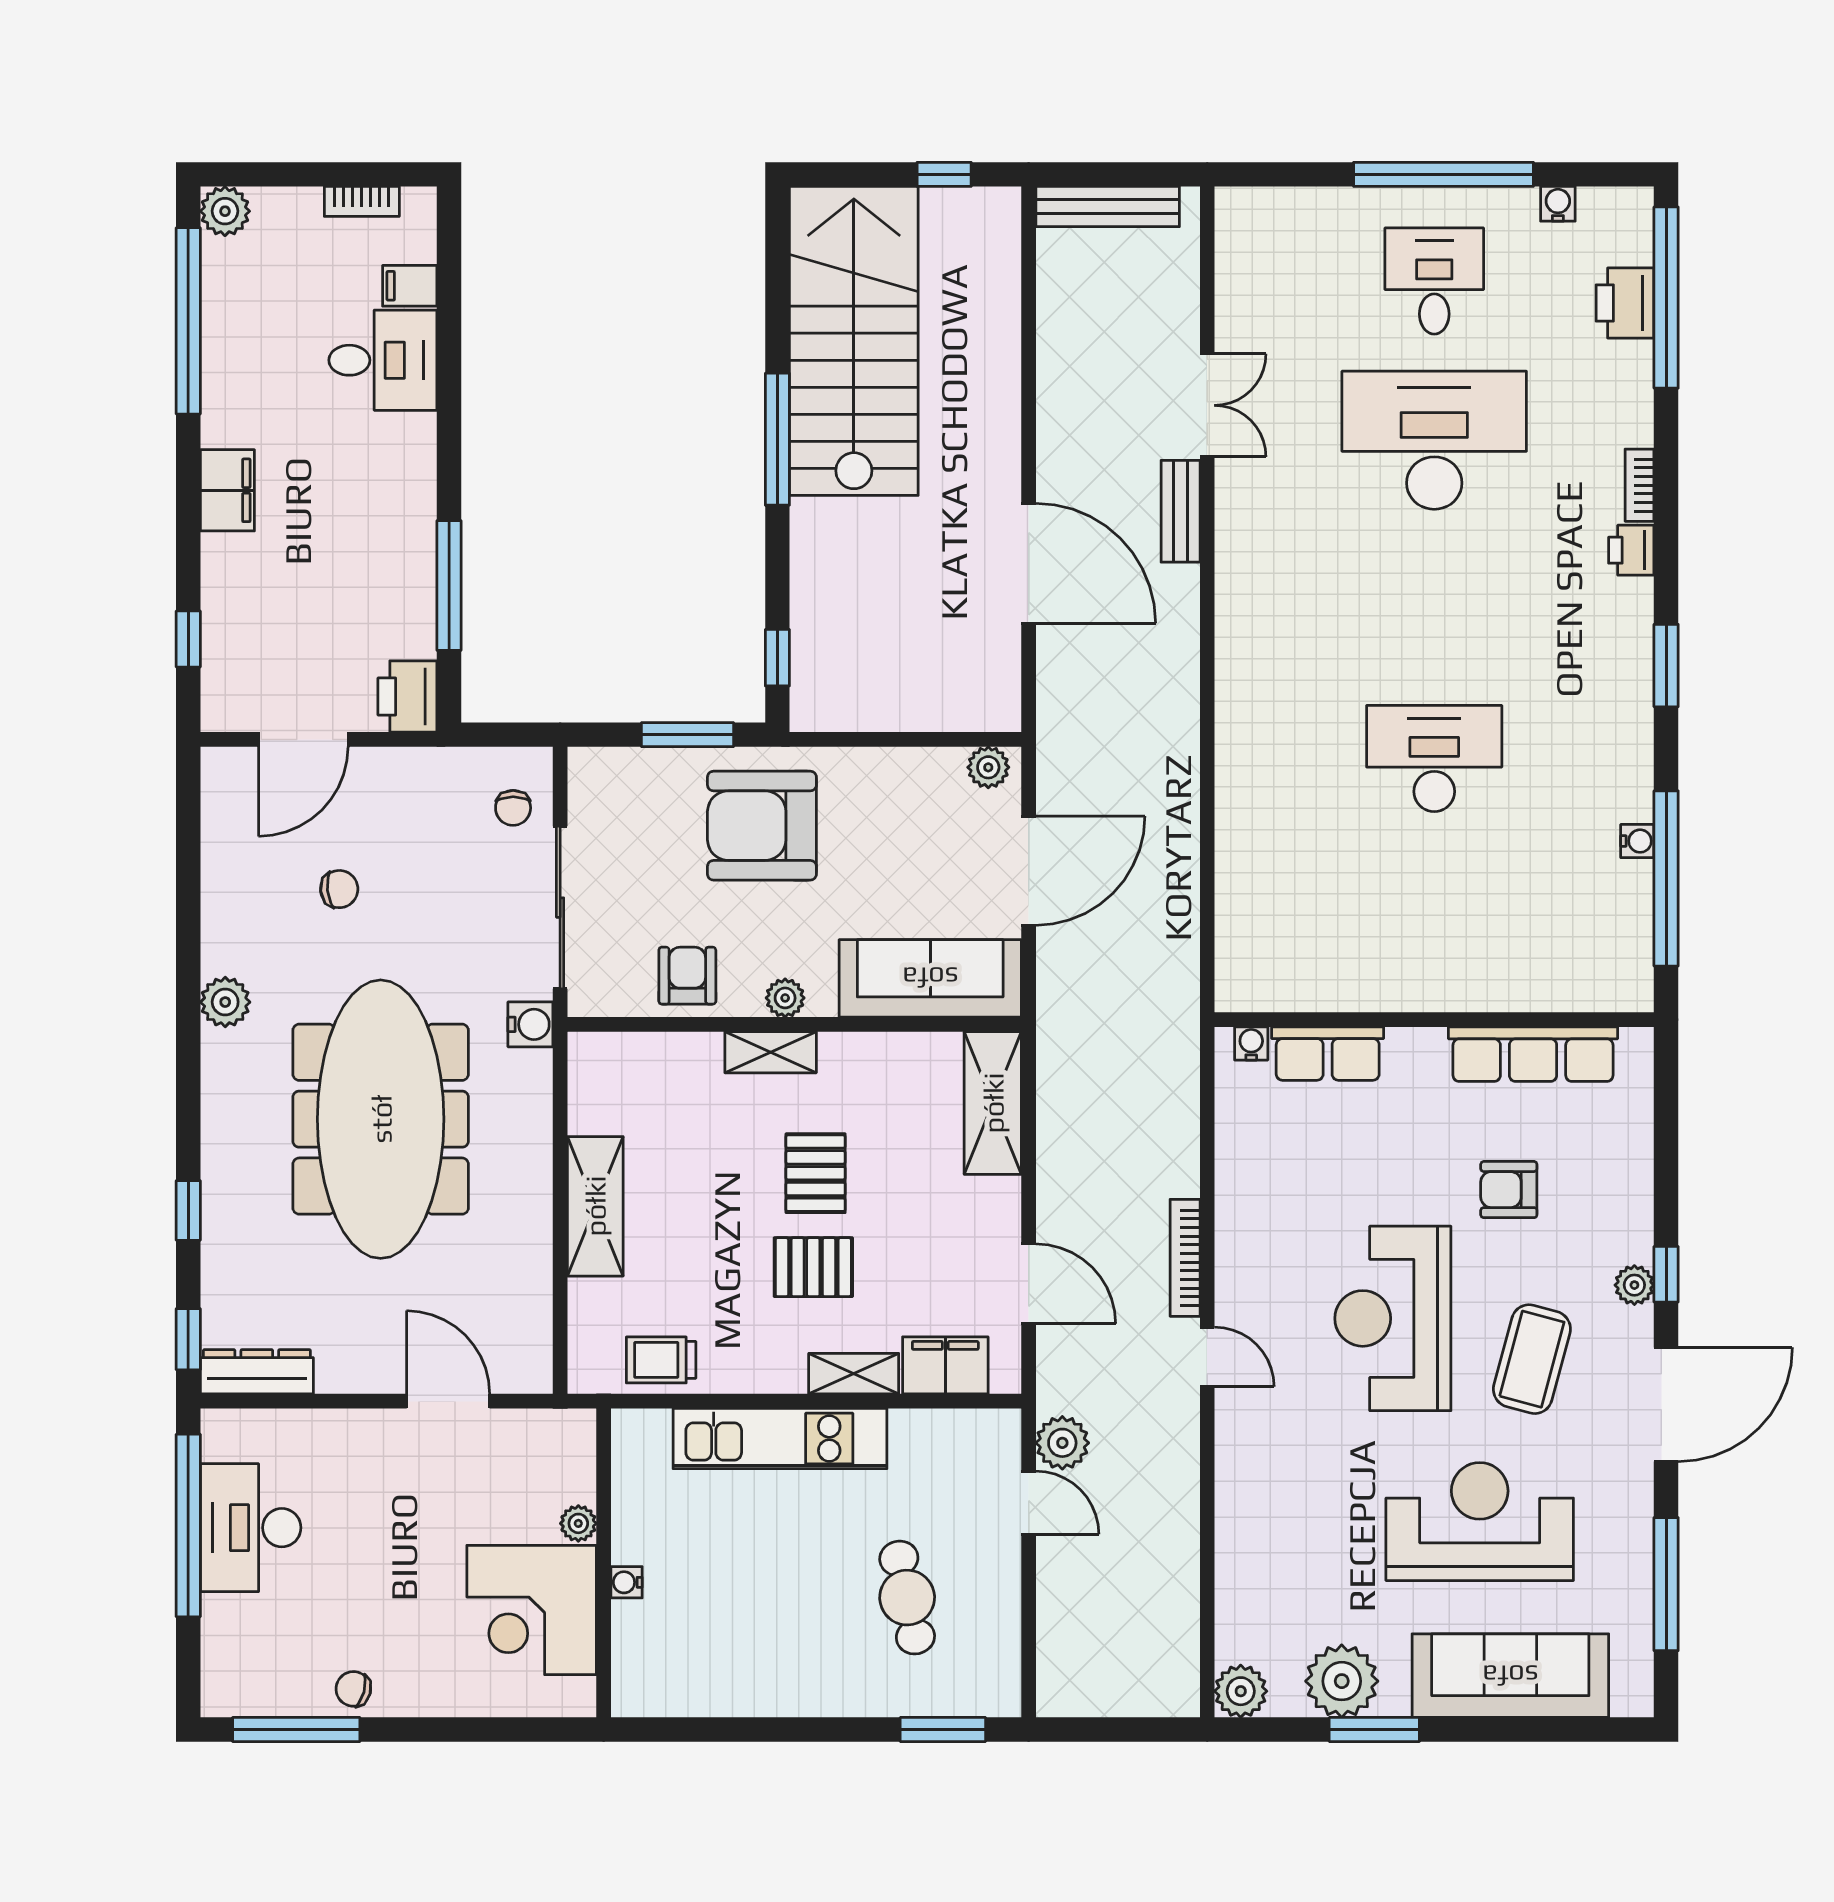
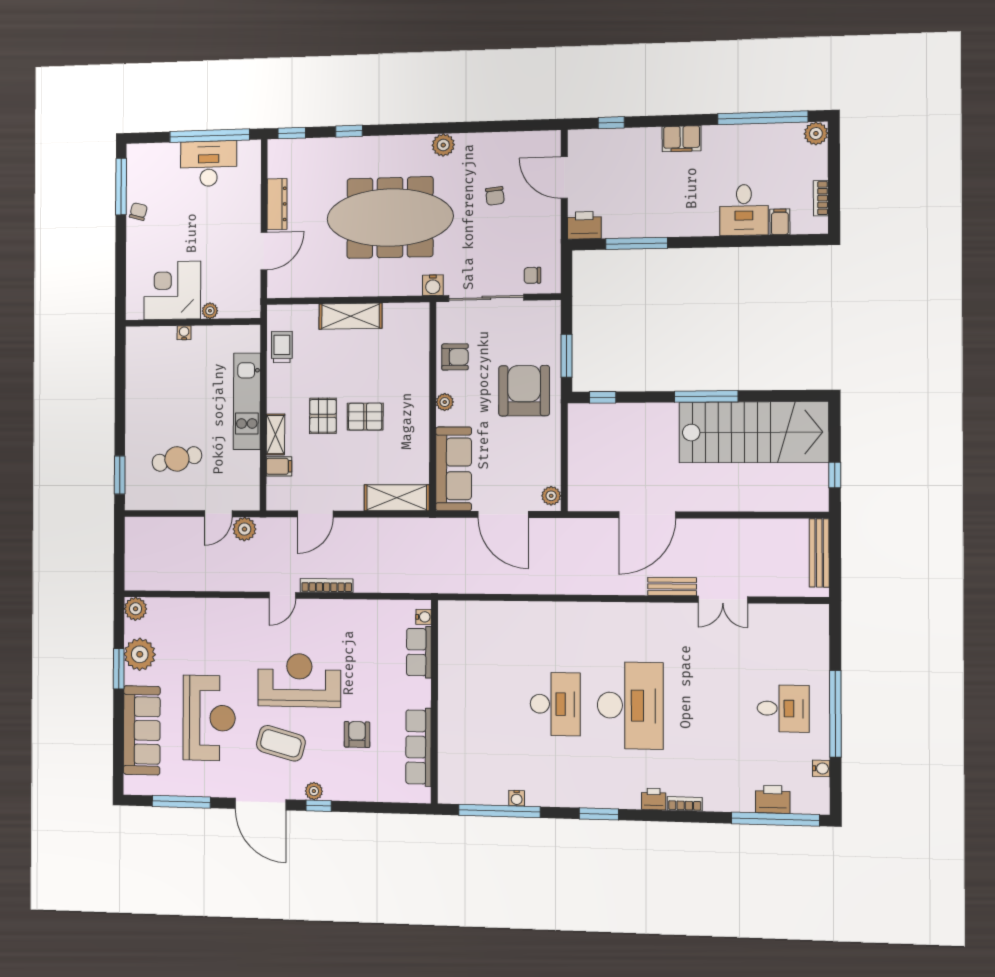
desk: (1434, 440) -> (630, 705), moved
shelving: (771, 1052) -> (420, 396), removed
filing cabinet: (945, 1365) -> (279, 466), width x0.50
dresser: (257, 1372) -> (277, 204), moved

